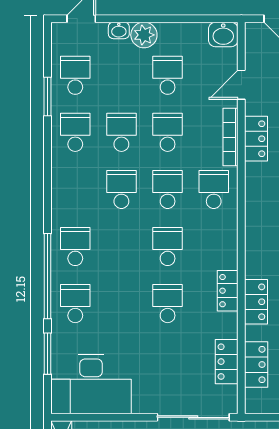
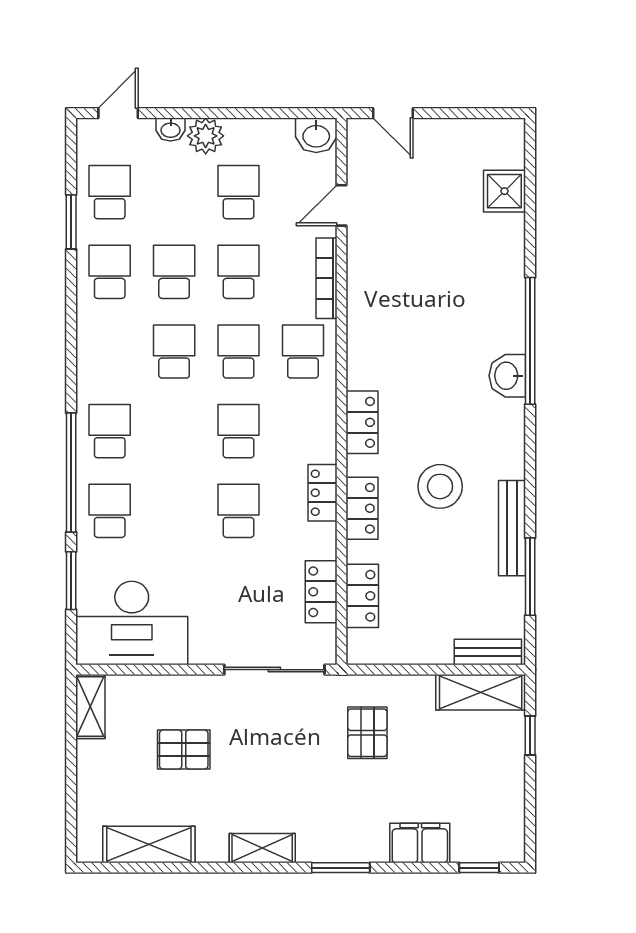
locker: (256, 139) -> (362, 422), moved

